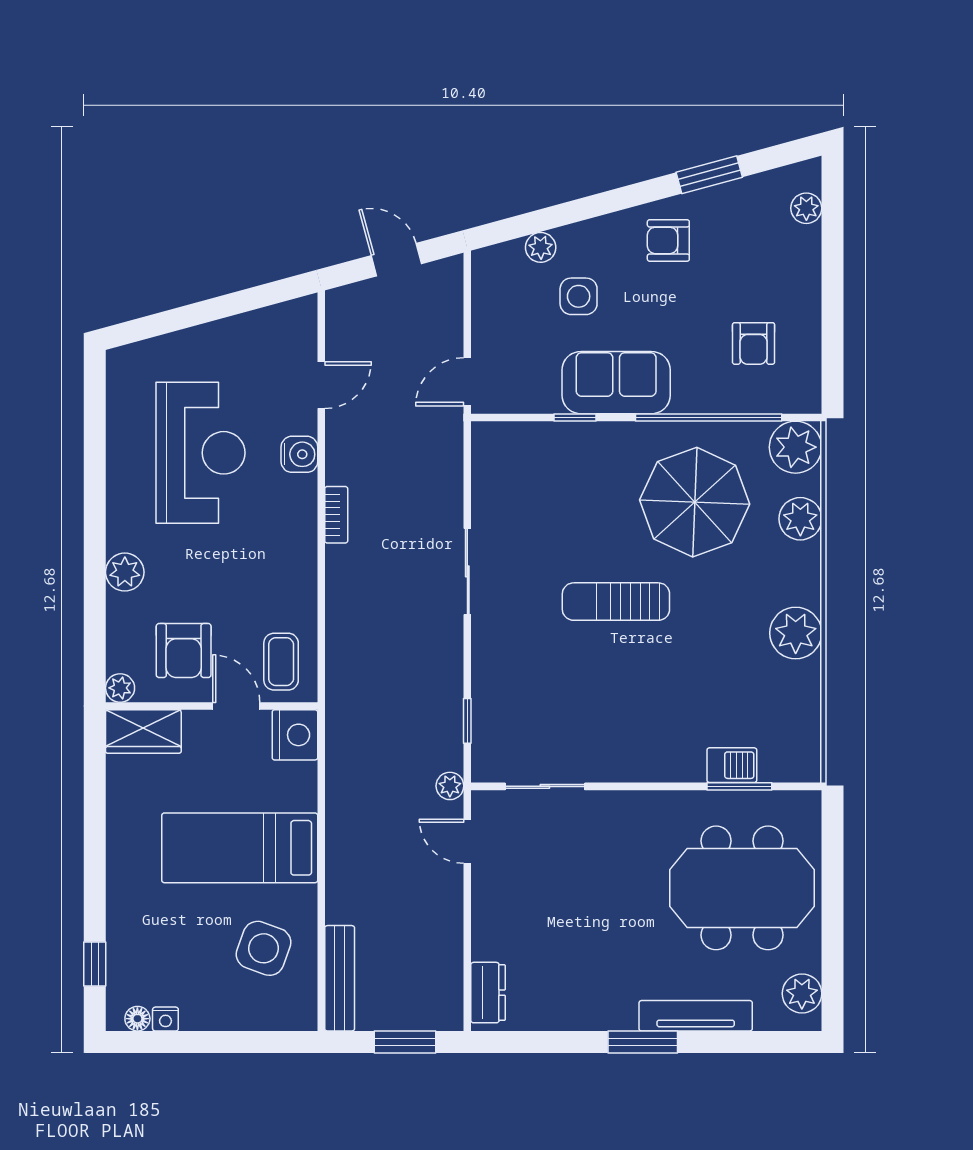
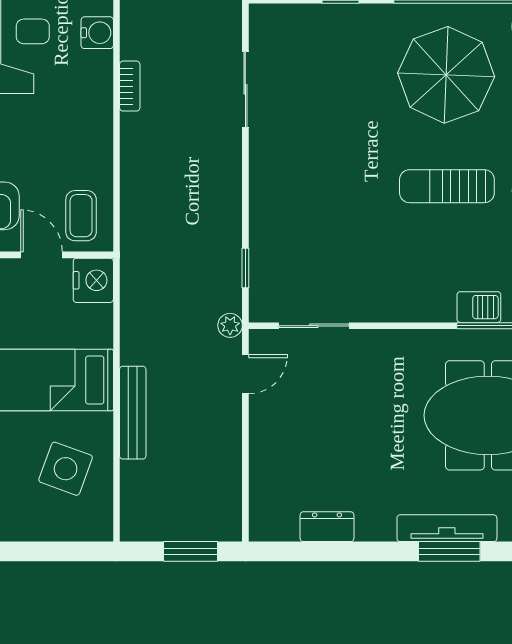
sliding door: (467, 571) -> (245, 89), moved
sun lounger: (616, 602) -> (447, 186), moved
door: (467, 841) -> (245, 374), swing flipped
bench: (340, 978) -> (133, 413), moved
dresser: (488, 993) -> (327, 527), moved, turned -90
window: (643, 1042) -> (449, 551), moved

